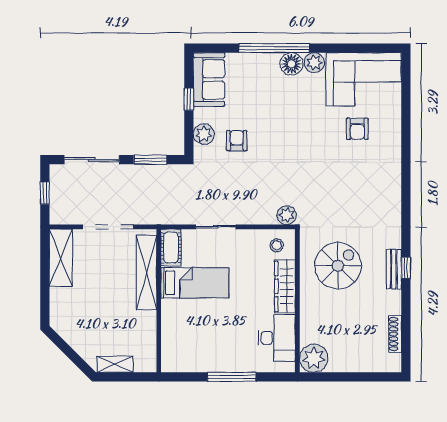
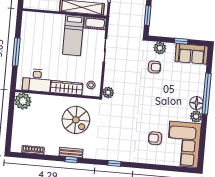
window: (406, 194) -> (114, 163), added

